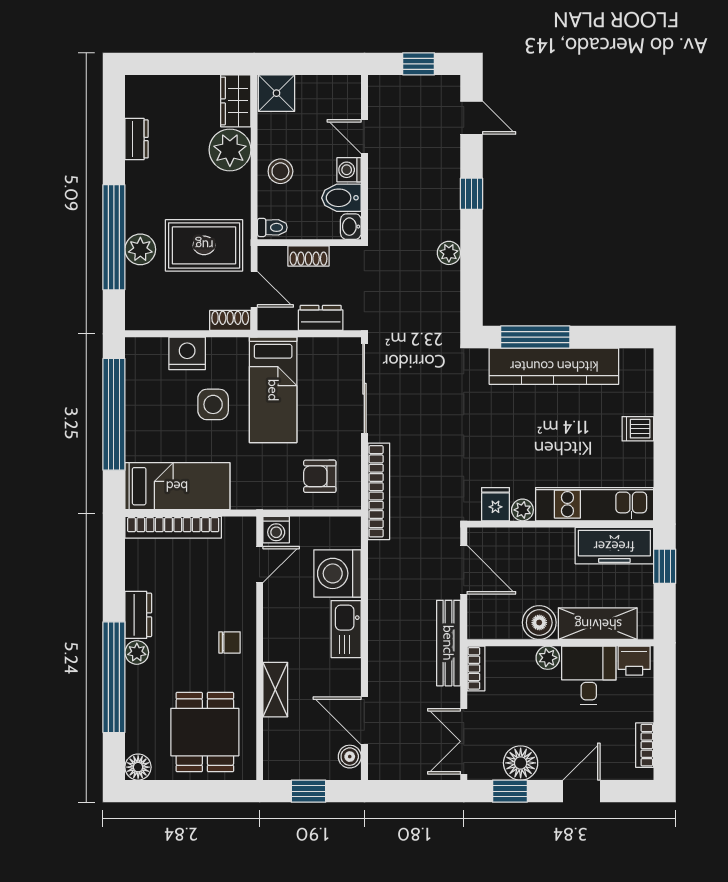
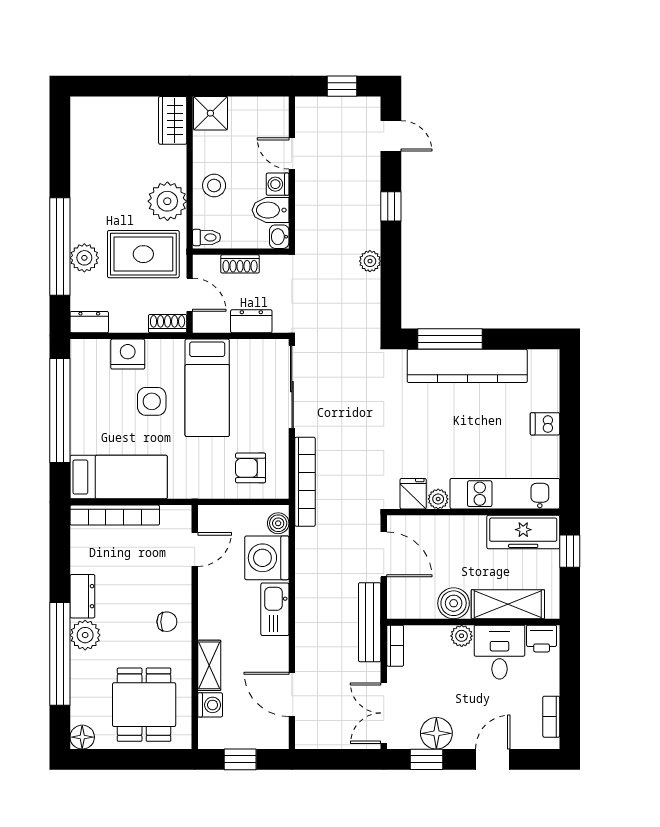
dresser: (137, 139) -> (89, 322), moved, turned -90
plant: (230, 150) -> (167, 201), moved
washing machine: (276, 530) -> (210, 705), moved, turned -90
plant: (137, 652) -> (85, 635), width x1.38, depth x1.38
boiler: (350, 757) -> (278, 523), moved

